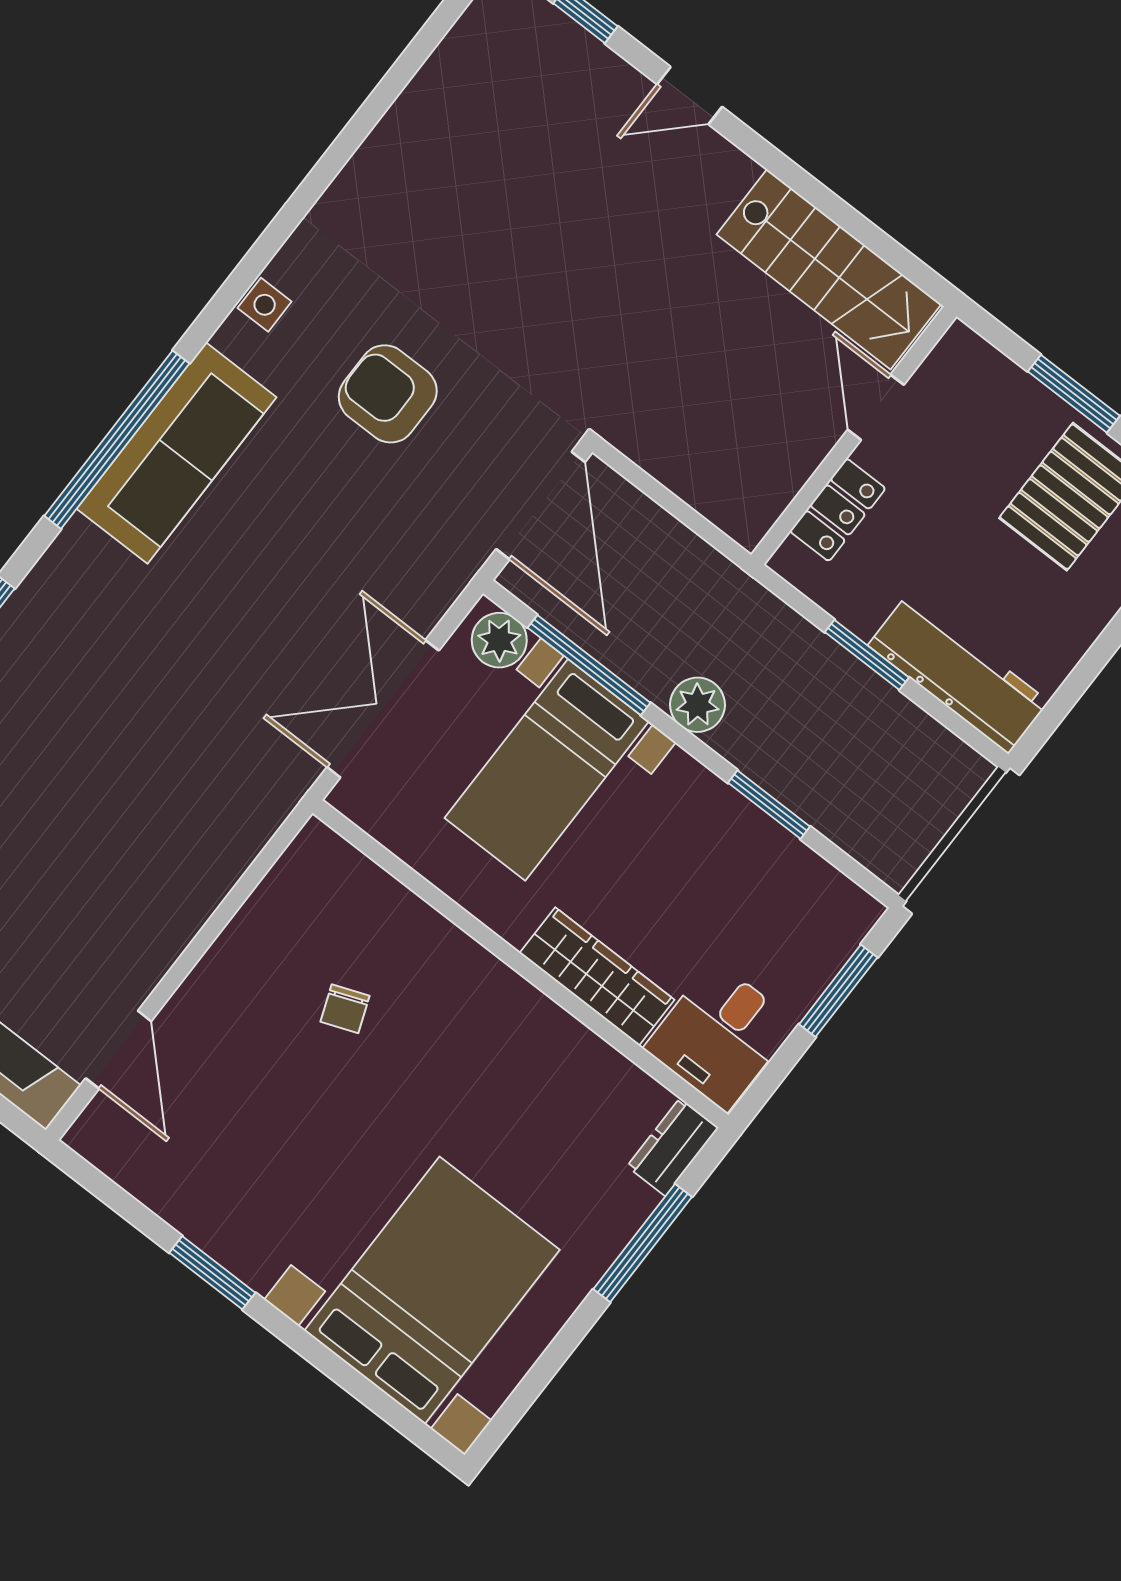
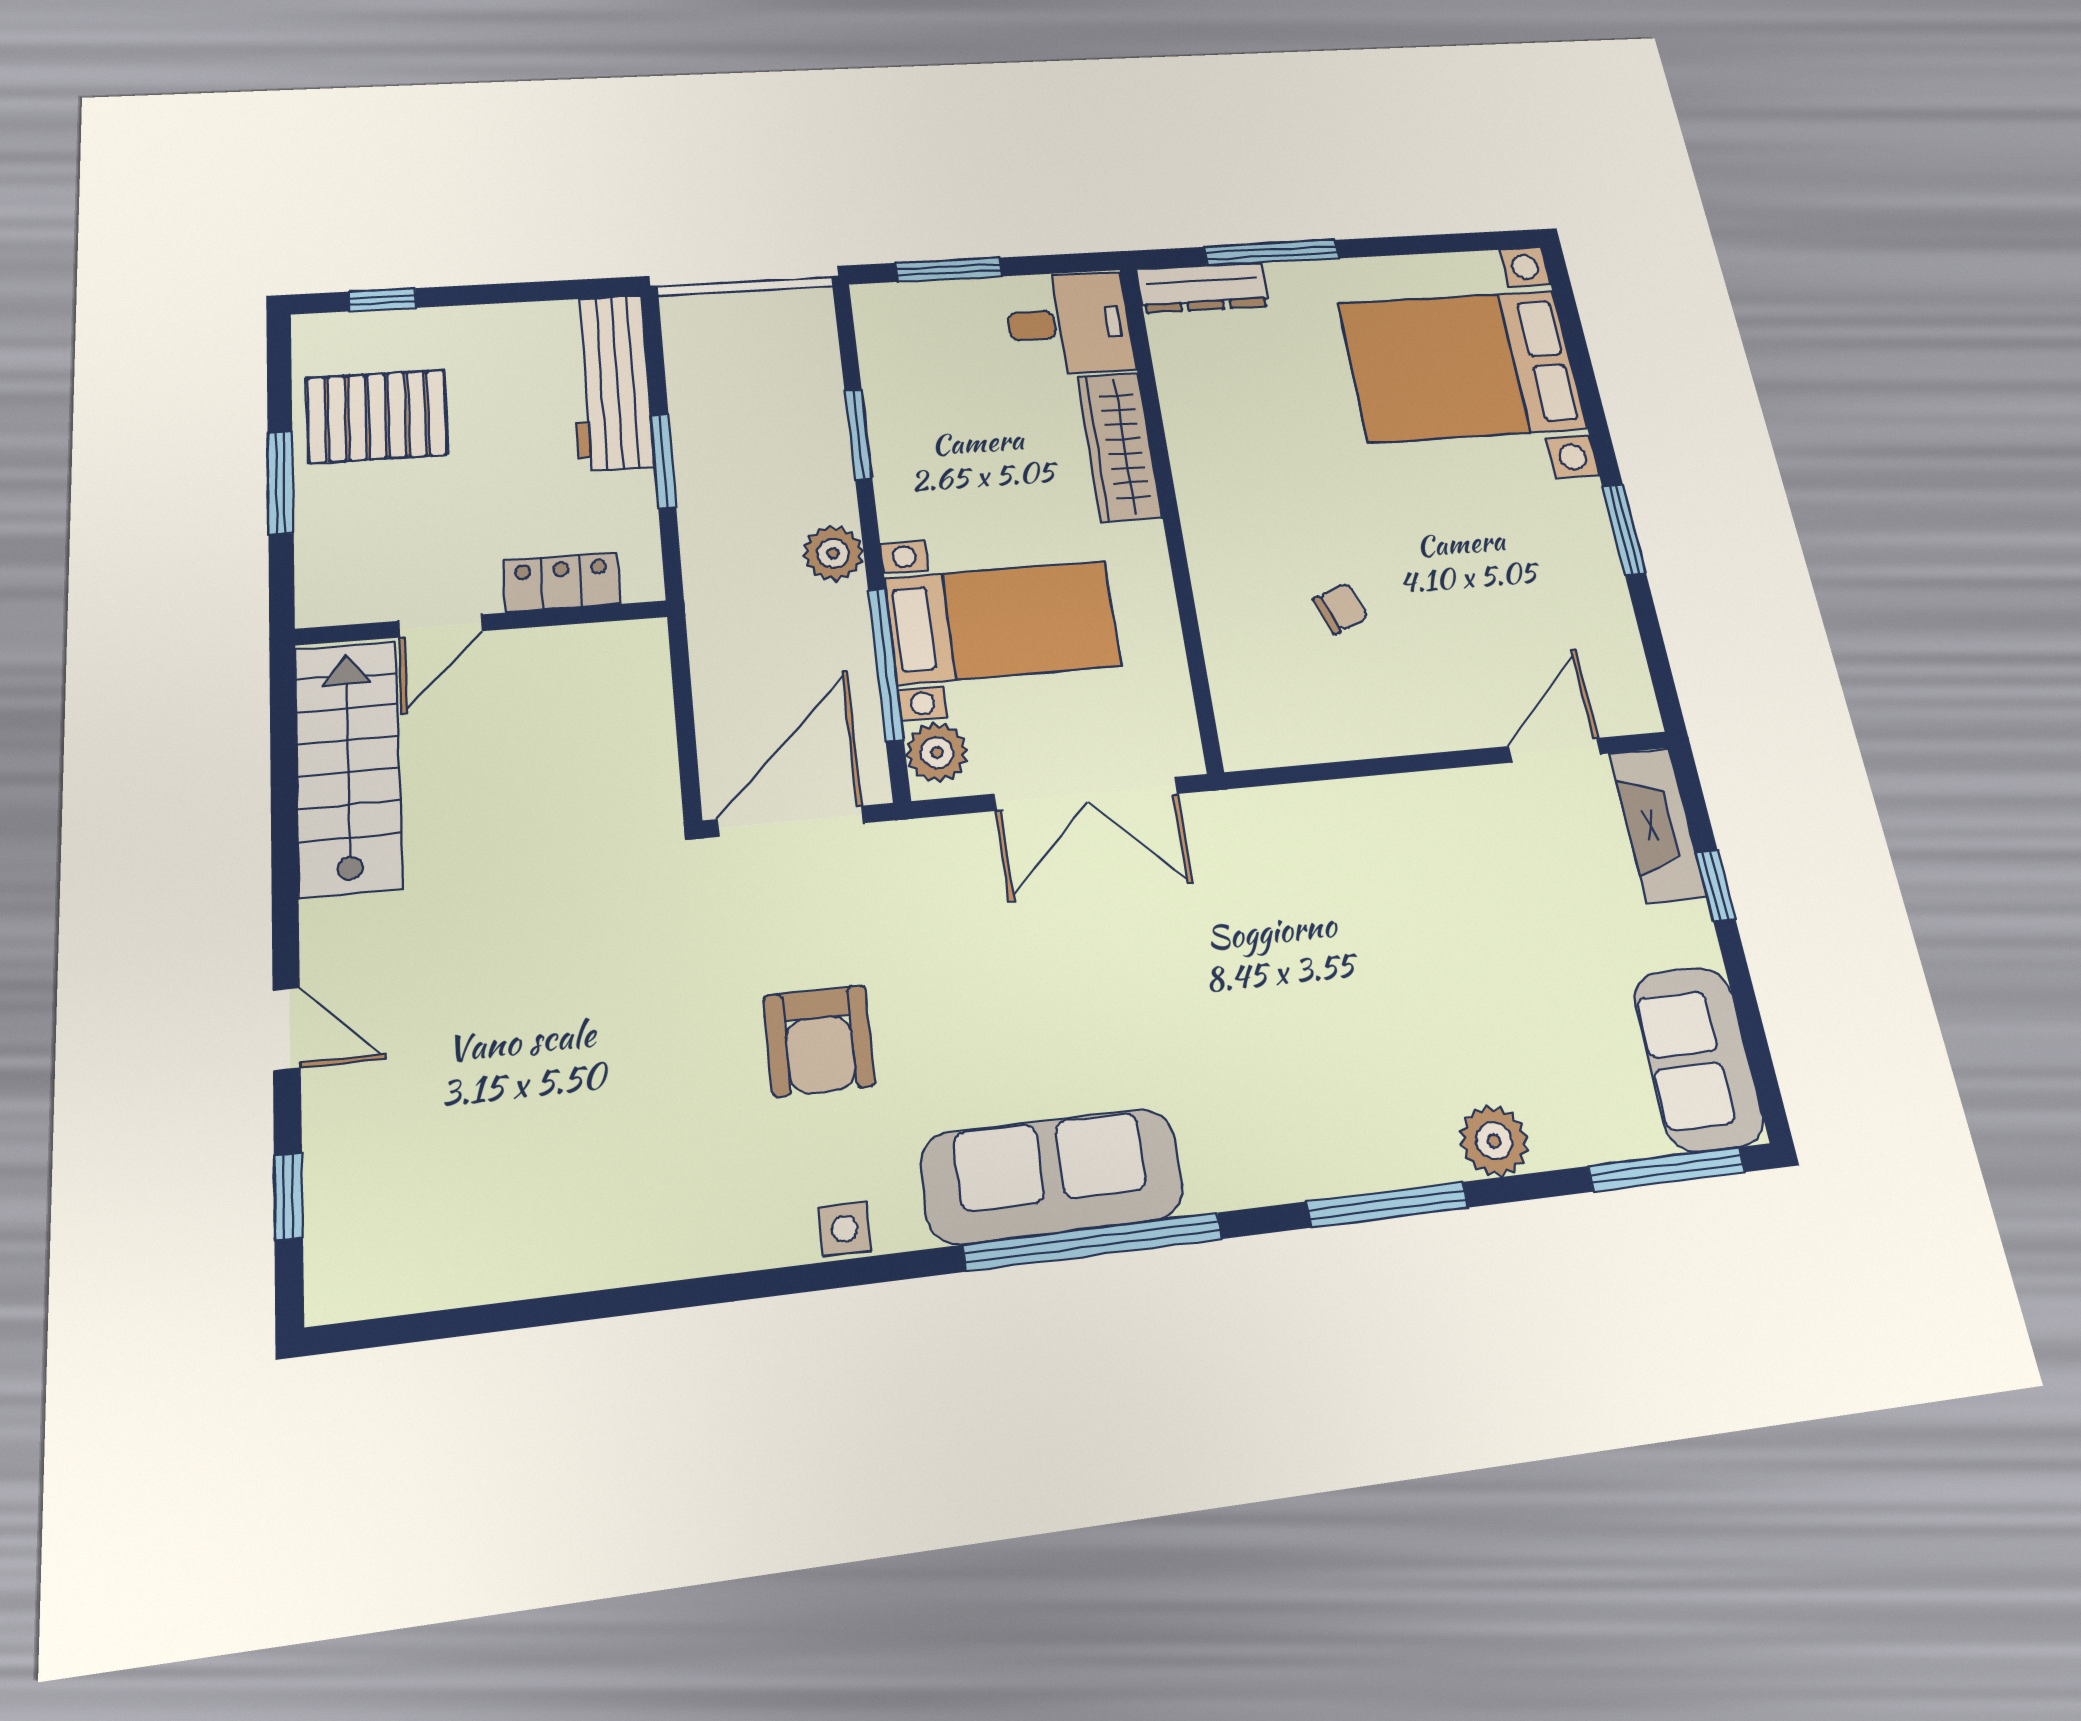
dresser: (673, 1147) -> (1203, 288), width x1.44

